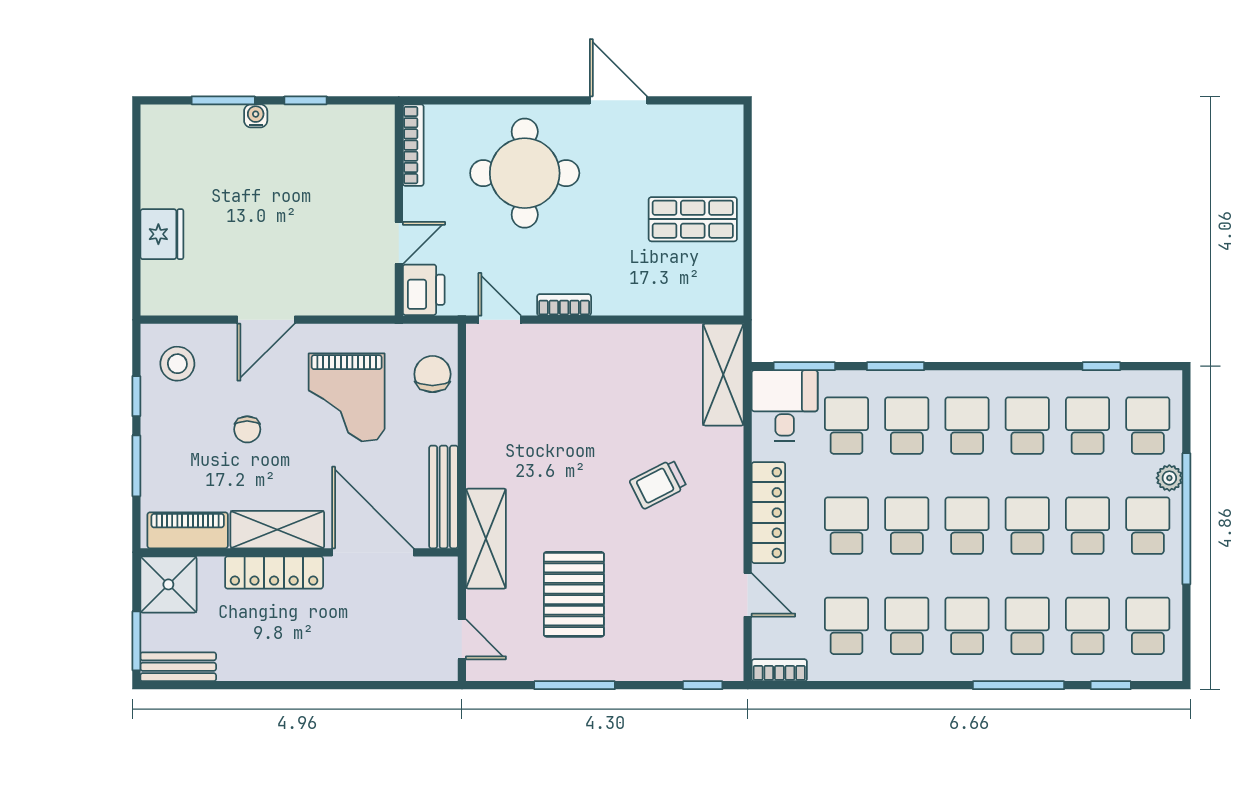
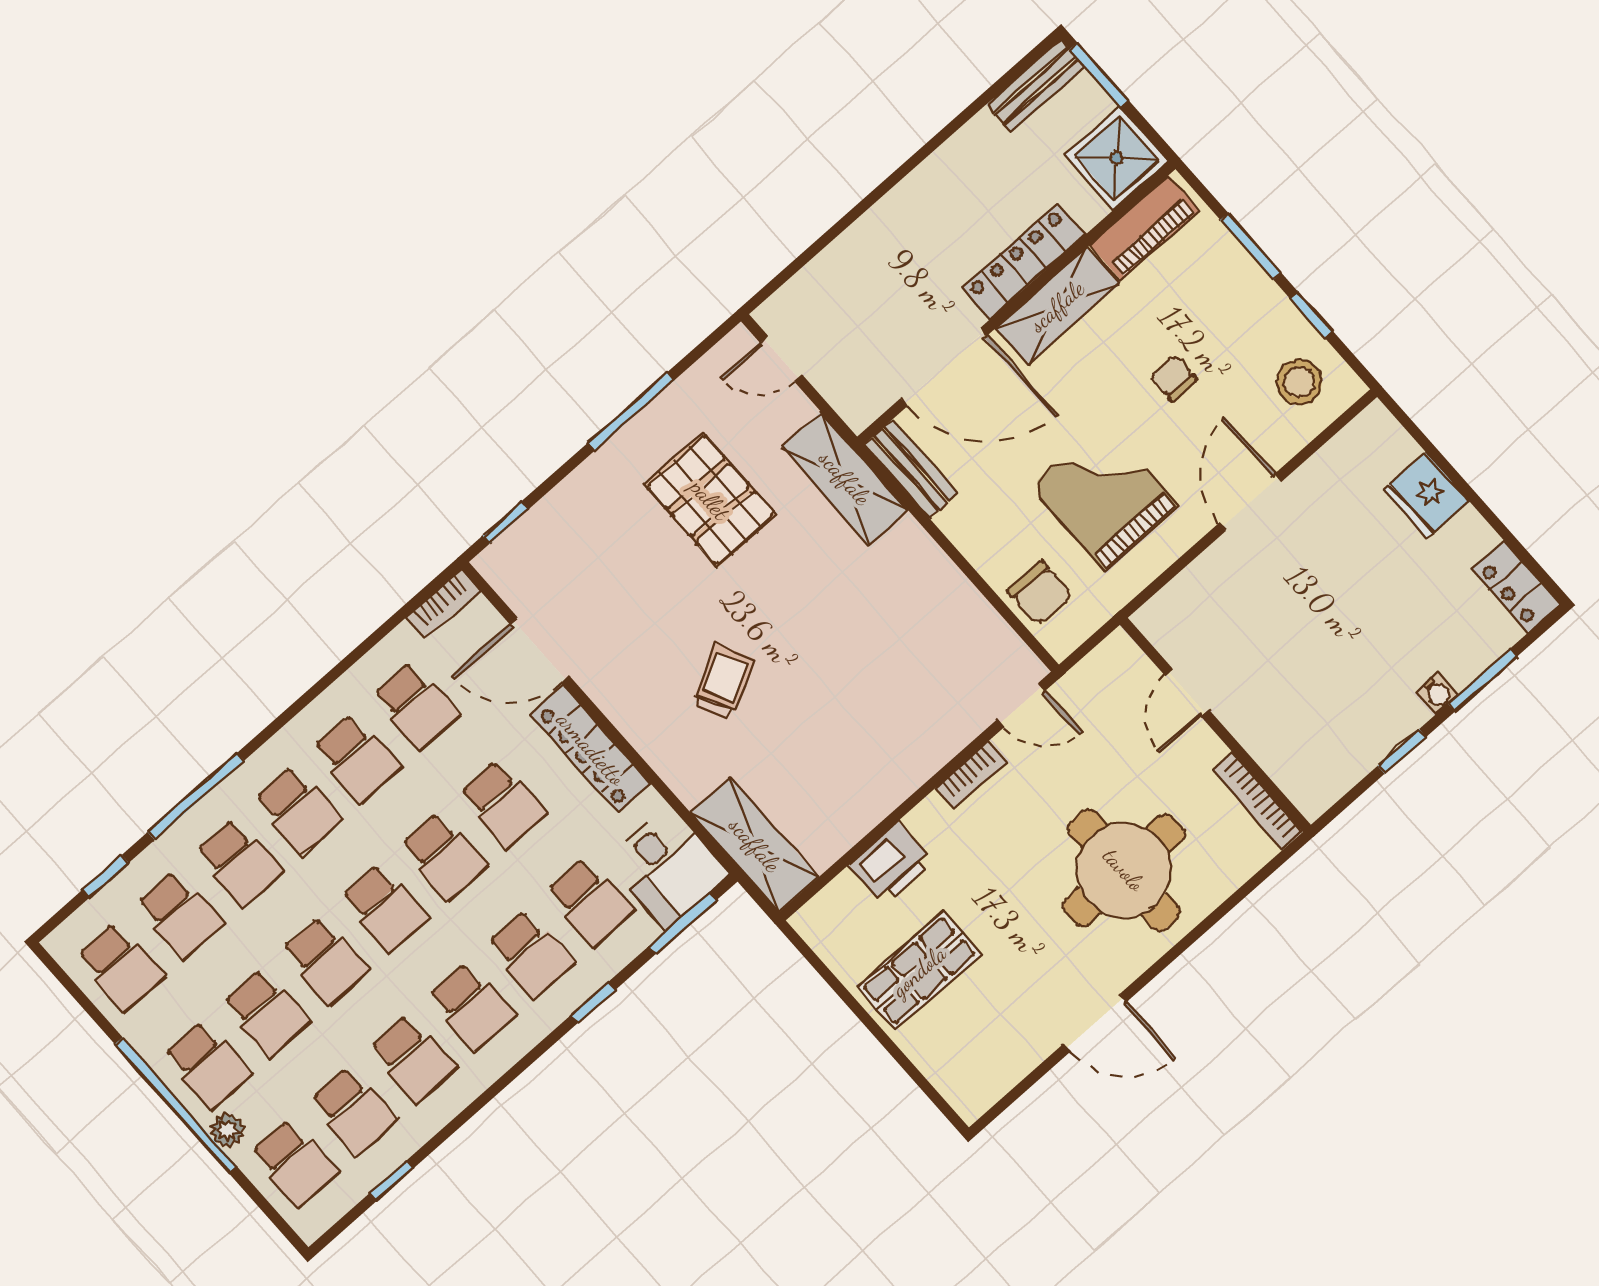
locker: (157, 137) -> (1516, 587), added
printer: (424, 290) -> (891, 863), moved, turned -90
window: (896, 366) -> (593, 1002), width x0.67
bench: (444, 497) -> (911, 469), width x0.73
door: (748, 595) -> (540, 650), width x1.38

